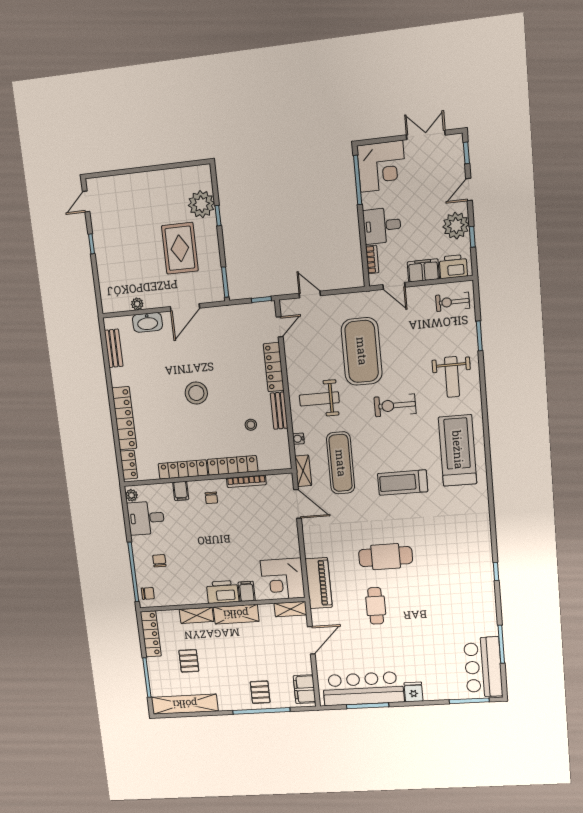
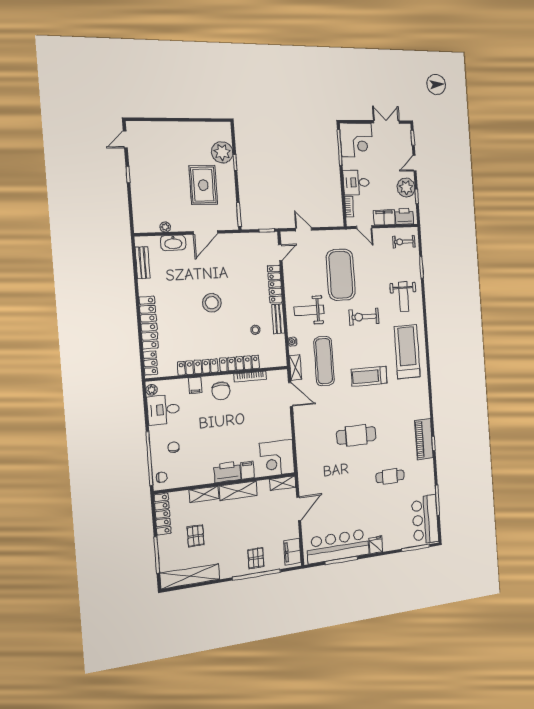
chair: (211, 498) -> (221, 391), width x1.87, depth x1.87
piano: (319, 583) -> (424, 439), moved, turned 180
cafe table: (376, 606) -> (390, 476), moved, turned 90

